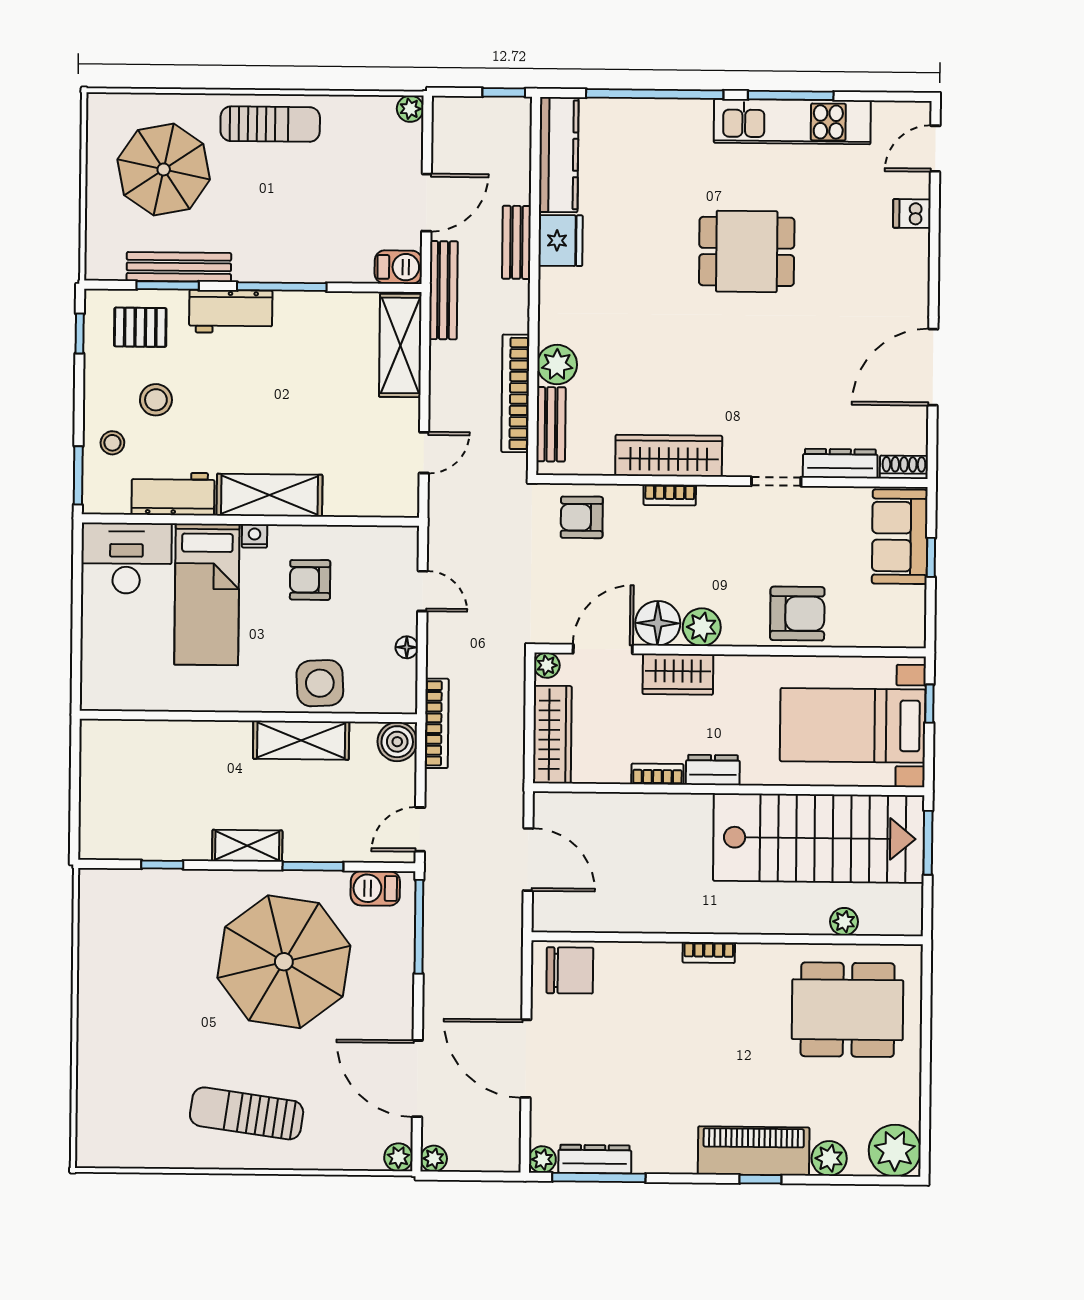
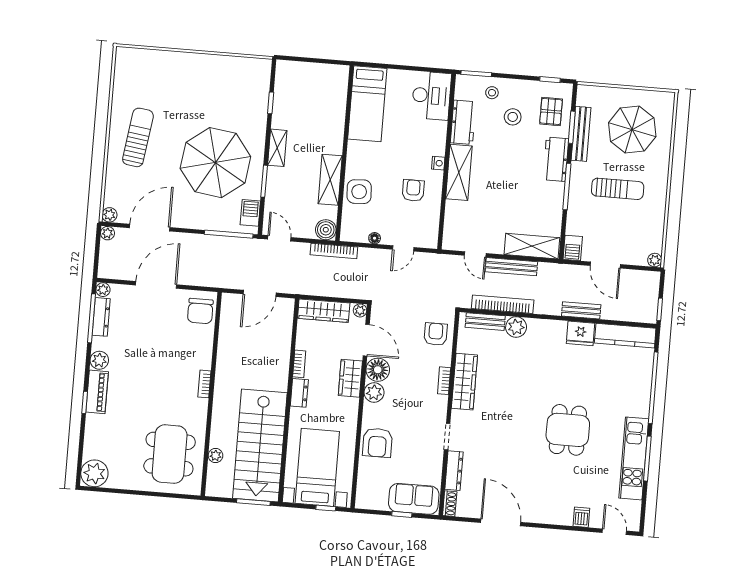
sun lounger: (270, 124) -> (618, 189), moved, turned -90
bench: (443, 290) -> (511, 267), moved
bed: (207, 594) -> (367, 104), moved, turned -90
piano: (754, 1151) -> (97, 392), width x0.73, depth x0.75
plant: (829, 1158) -> (99, 360), moved

